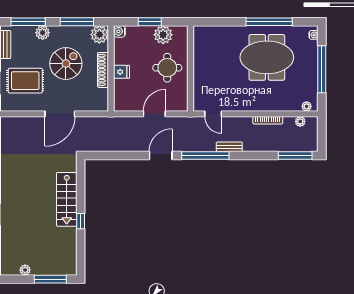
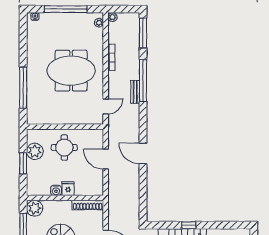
window: (269, 22) -> (23, 88), moved
water cooler: (119, 31) -> (56, 190), moved
meeting table: (267, 57) -> (71, 71), moved, turned 90
shoe rack: (103, 70) -> (88, 205), moved
plant: (300, 121) -> (113, 17), moved
window: (205, 156) -> (143, 81), moved
window: (81, 221) -> (189, 225), moved

